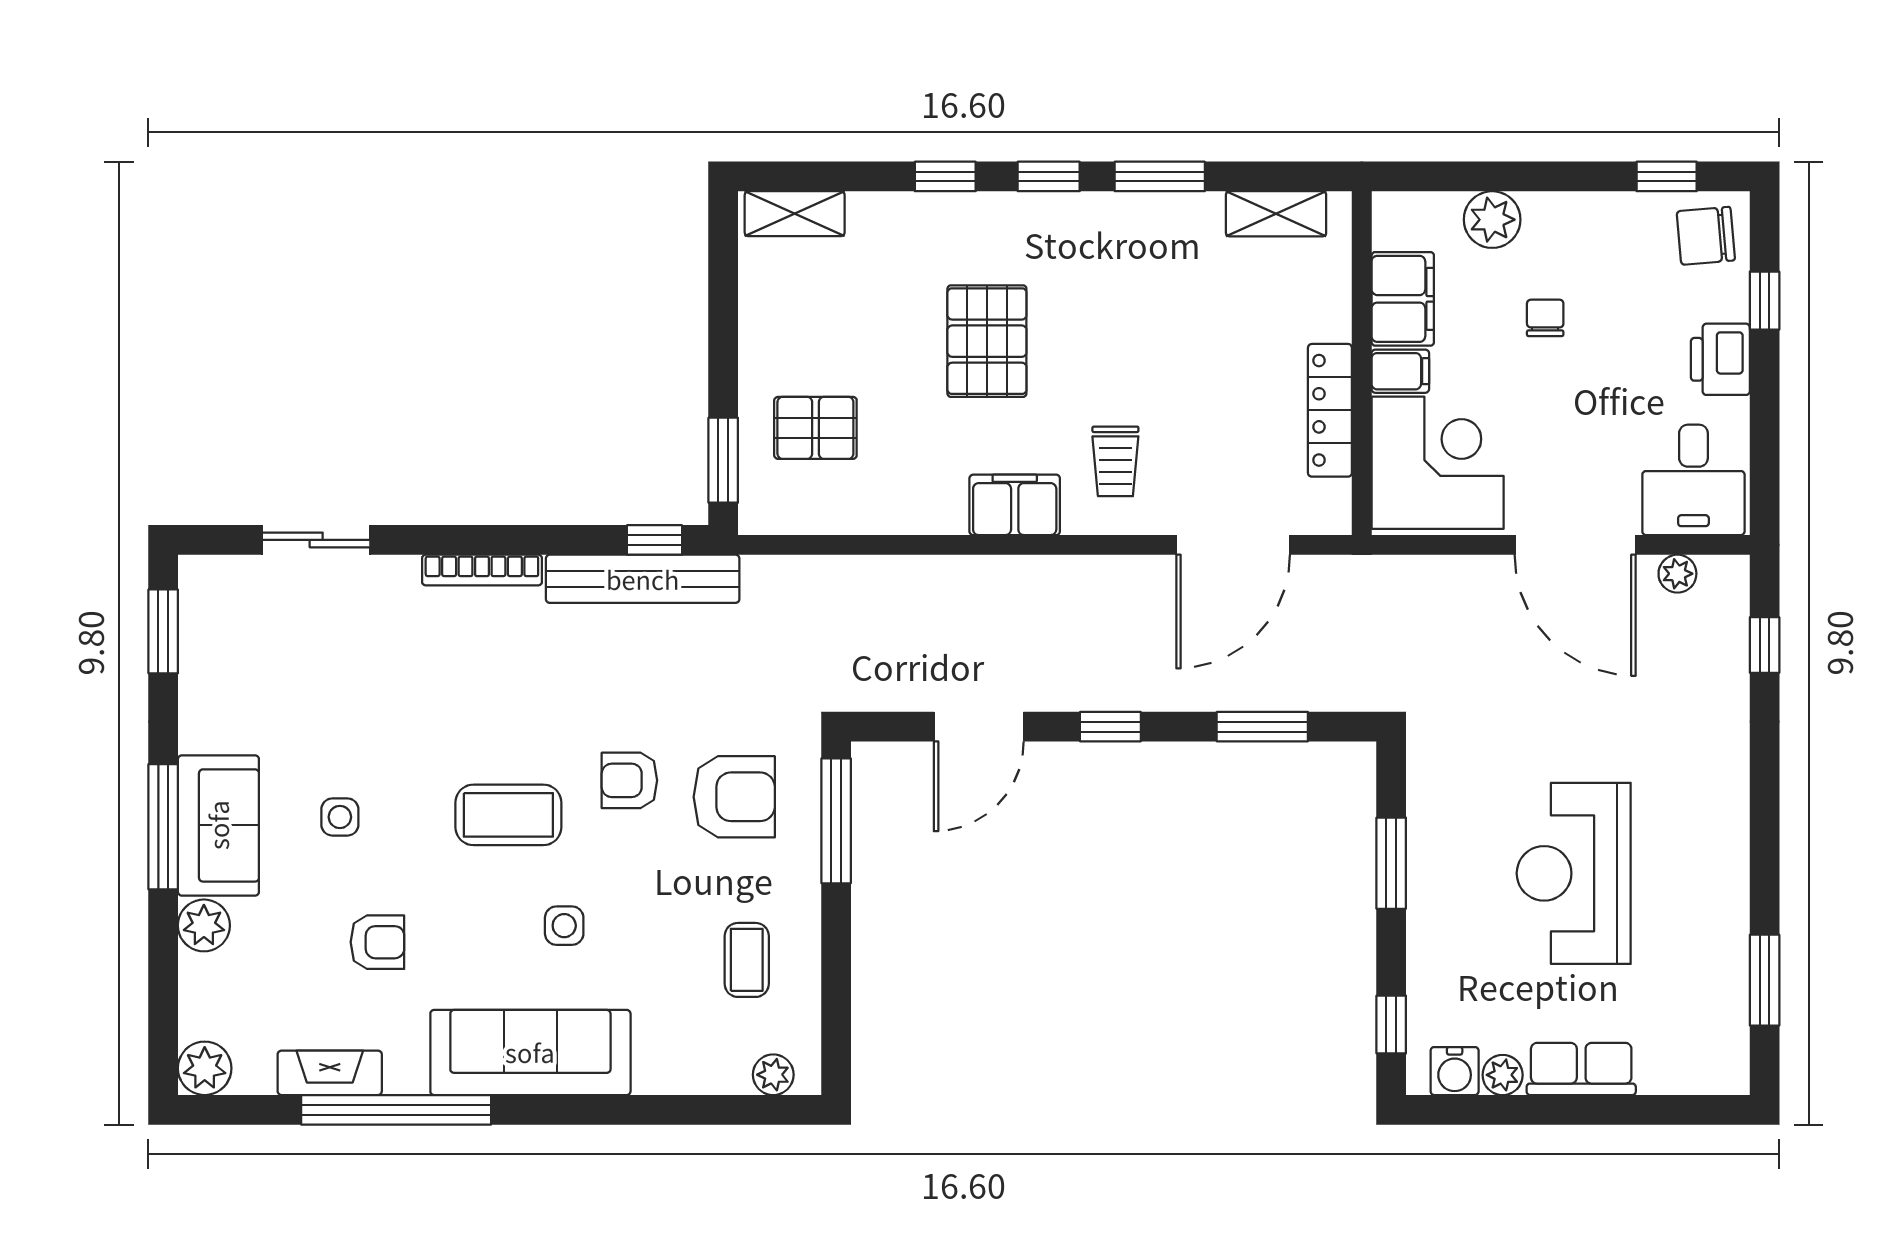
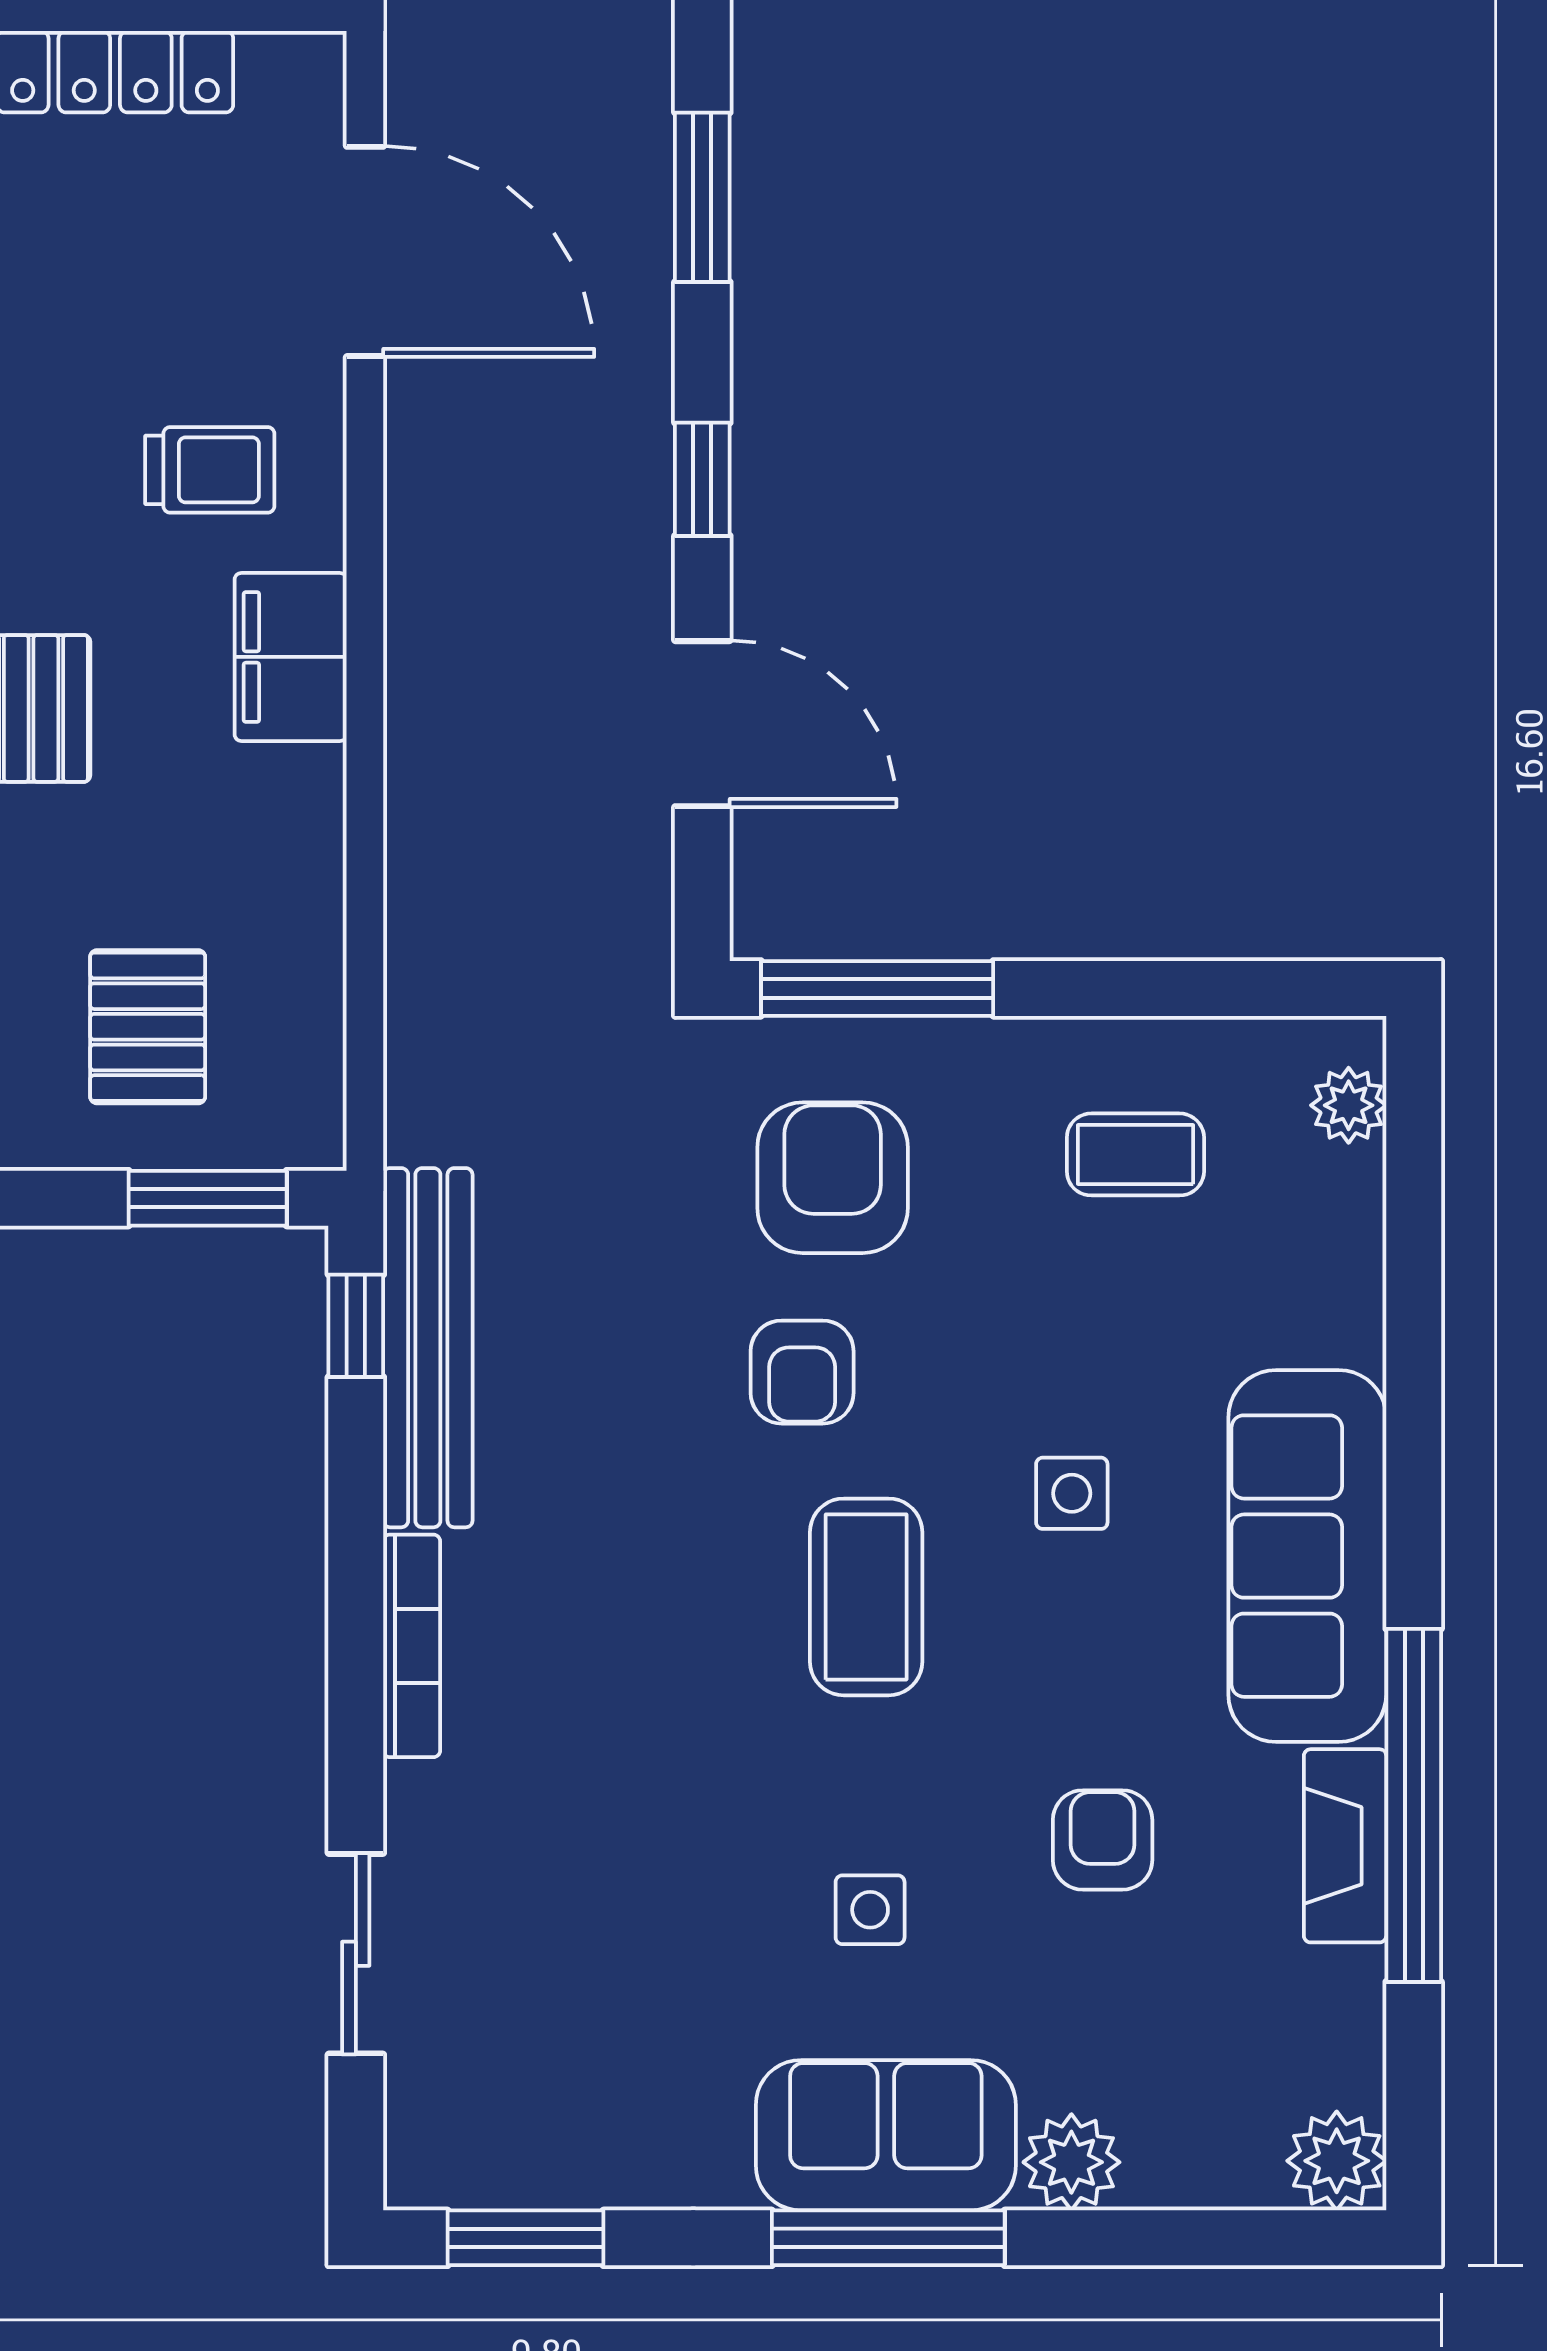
fireplace: (330, 1073) -> (1345, 1846), moved

